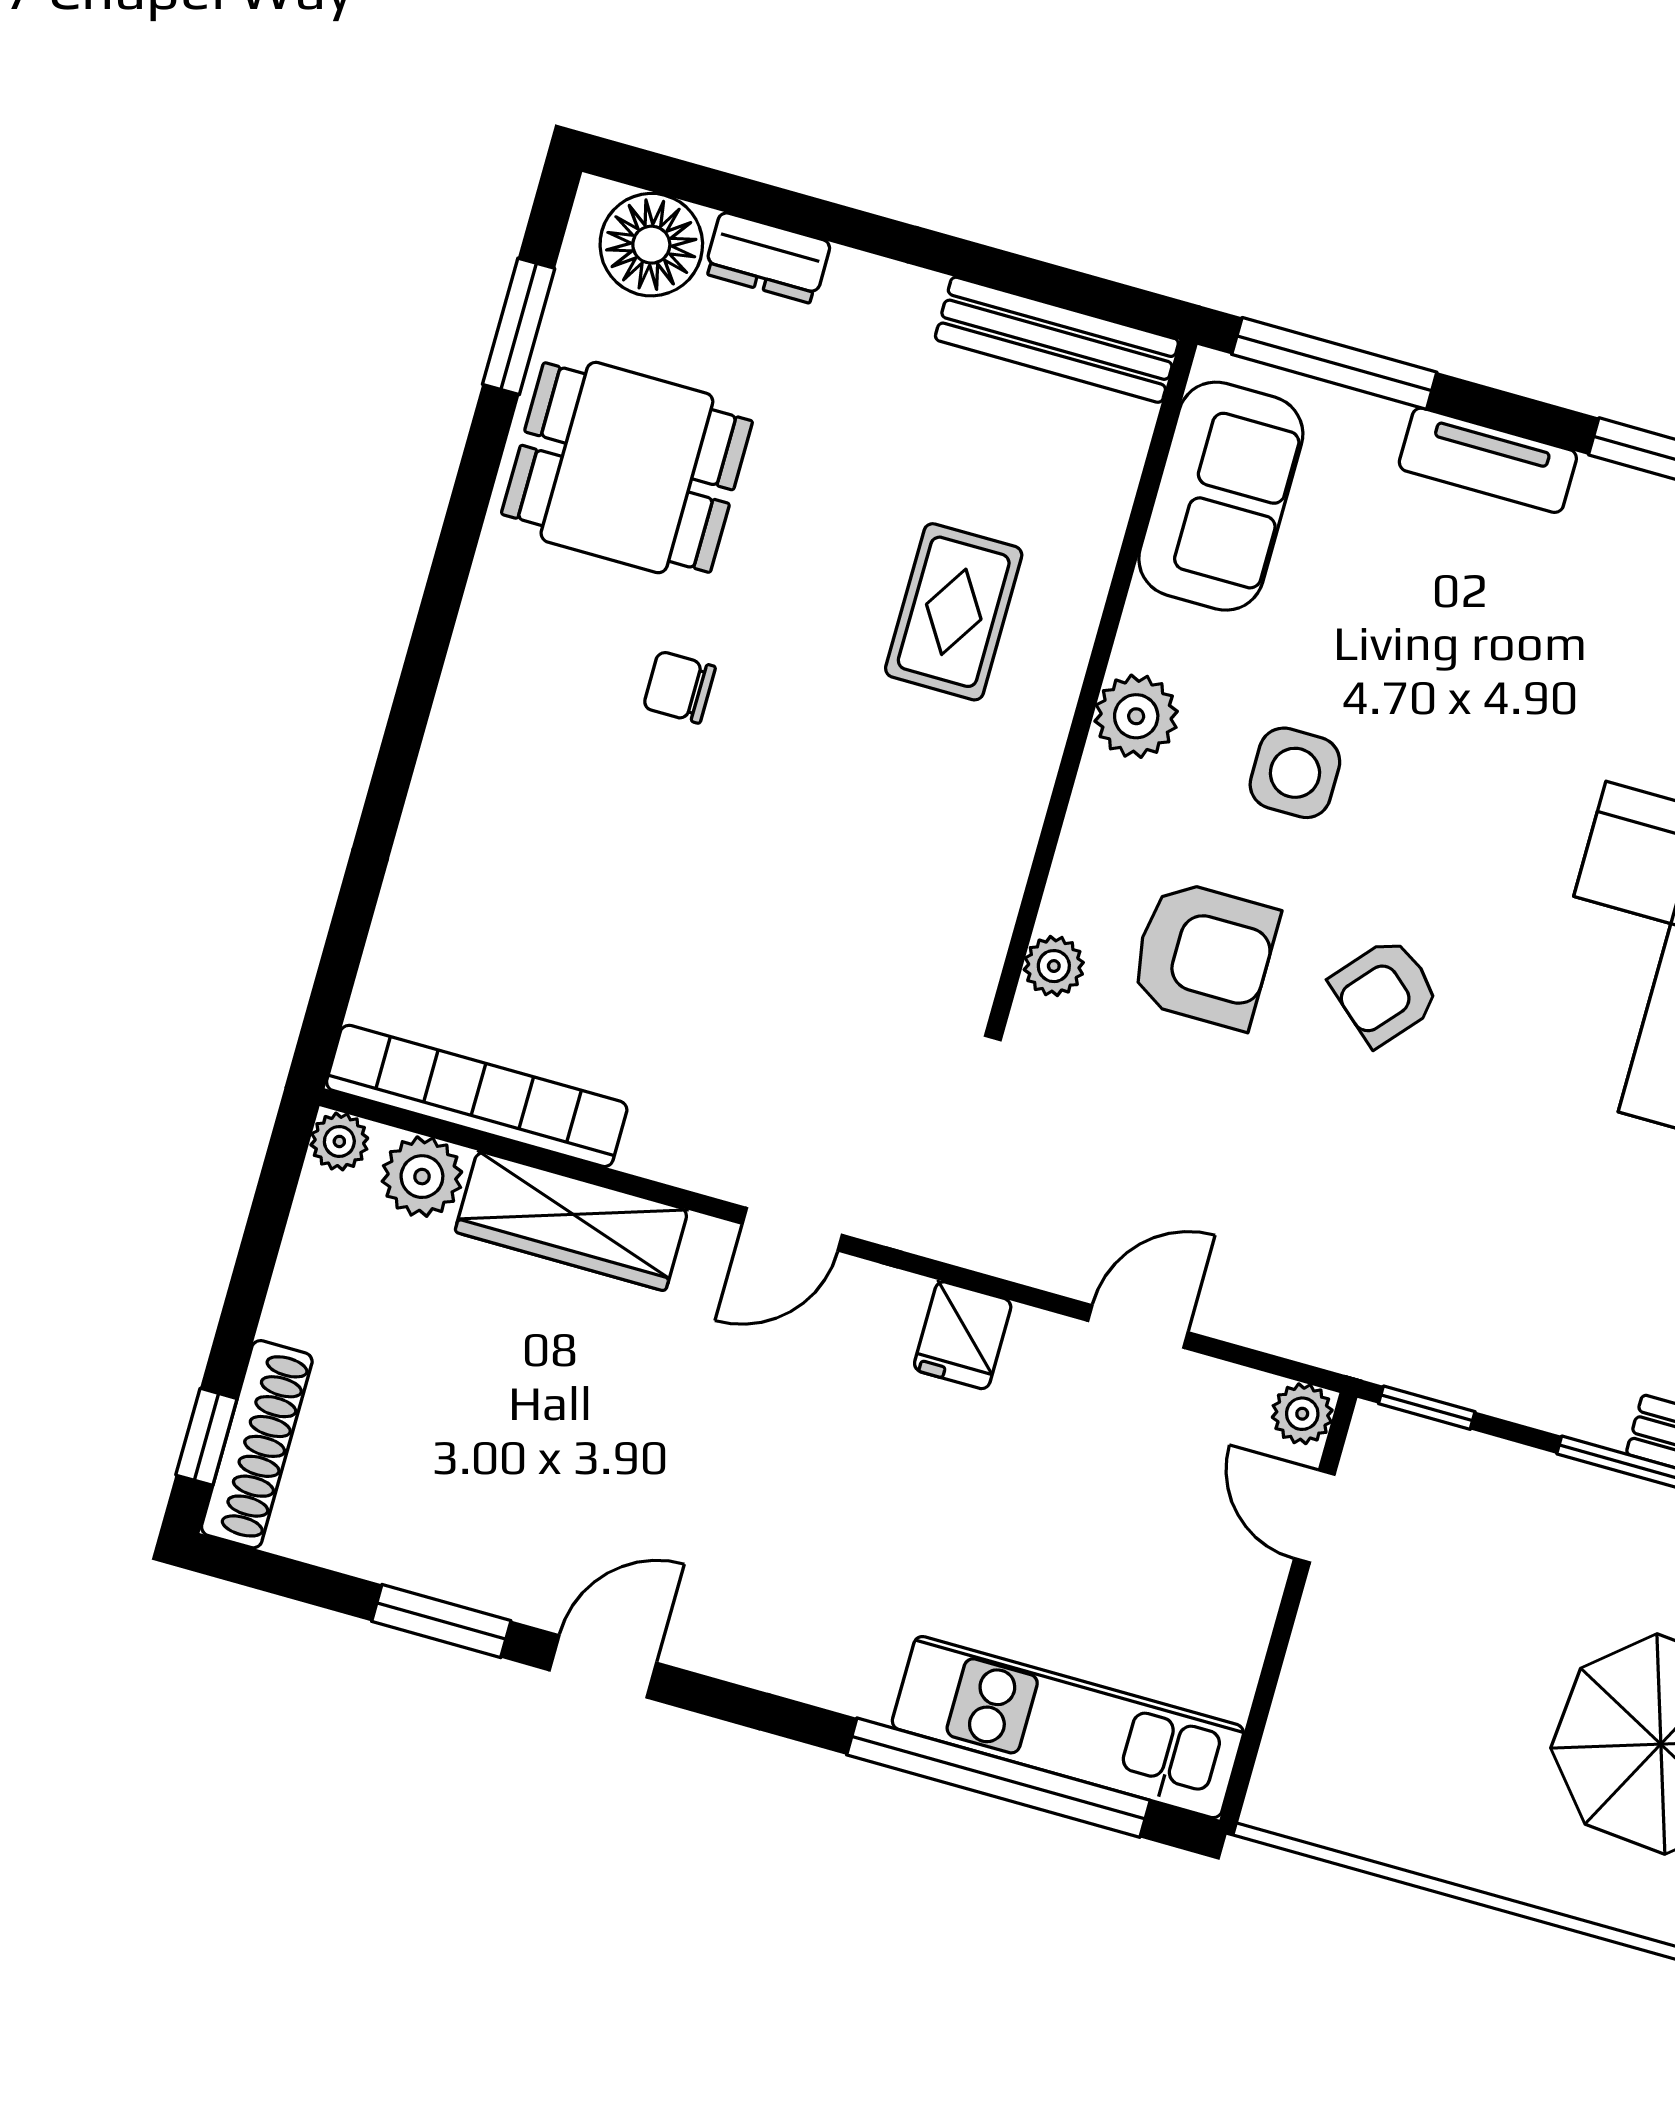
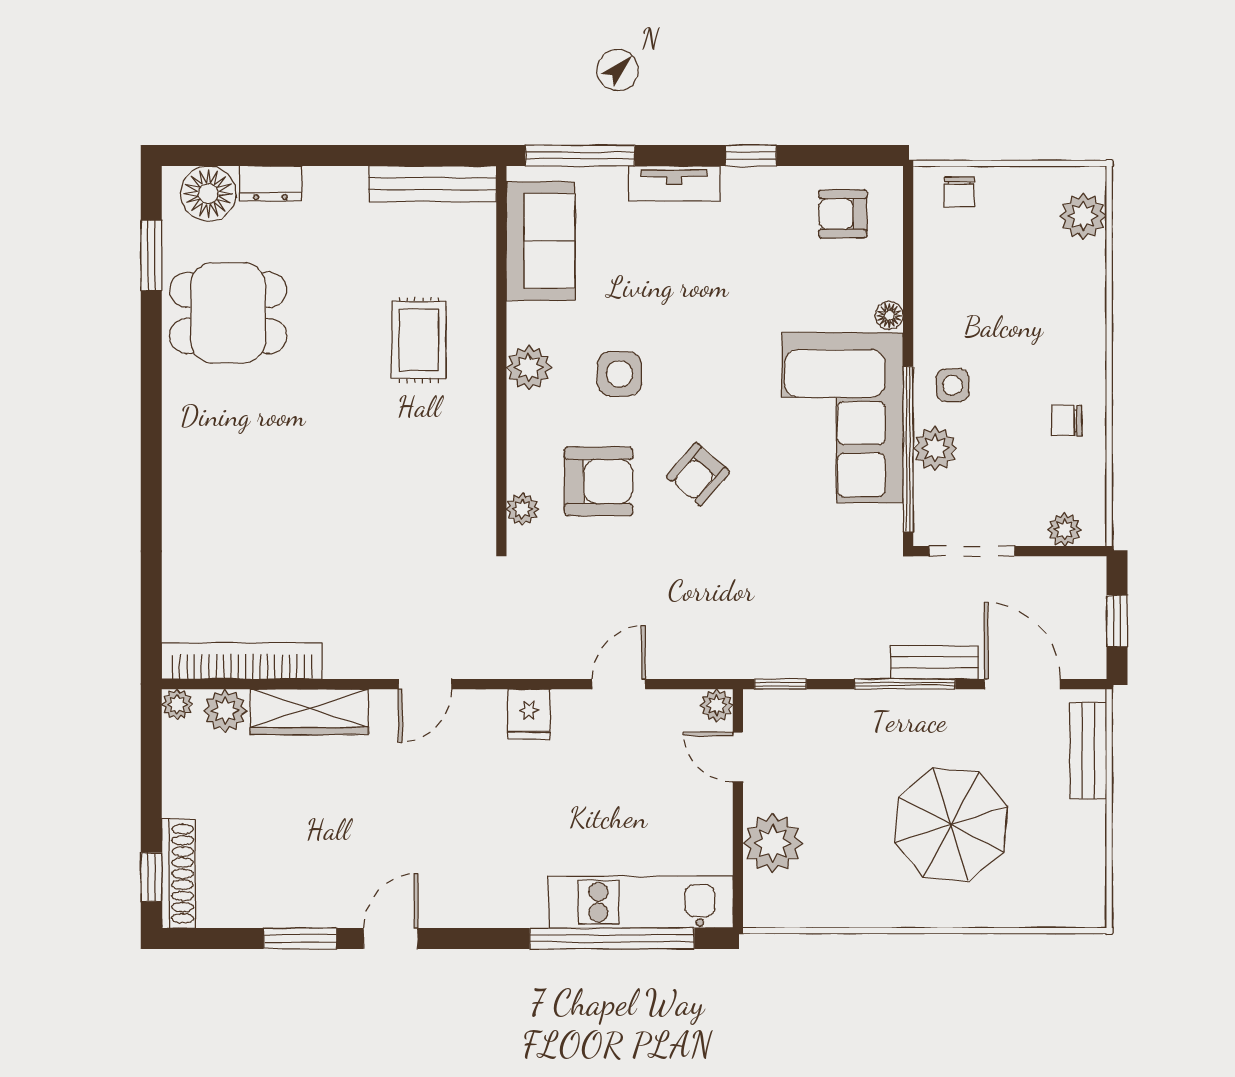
chair: (679, 687) -> (287, 419), removed
plant: (1333, 1688) -> (773, 843), added

